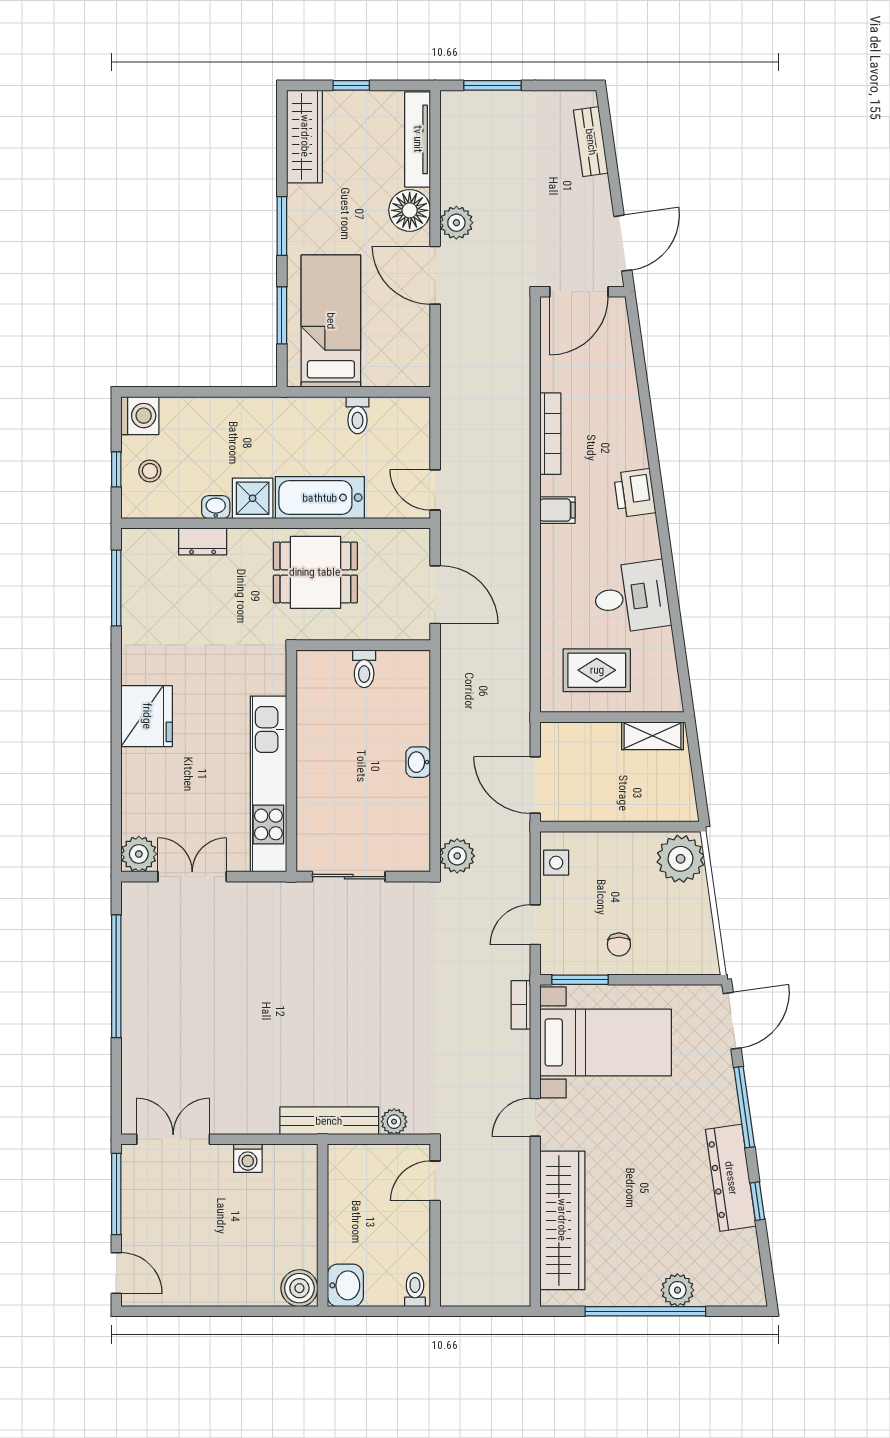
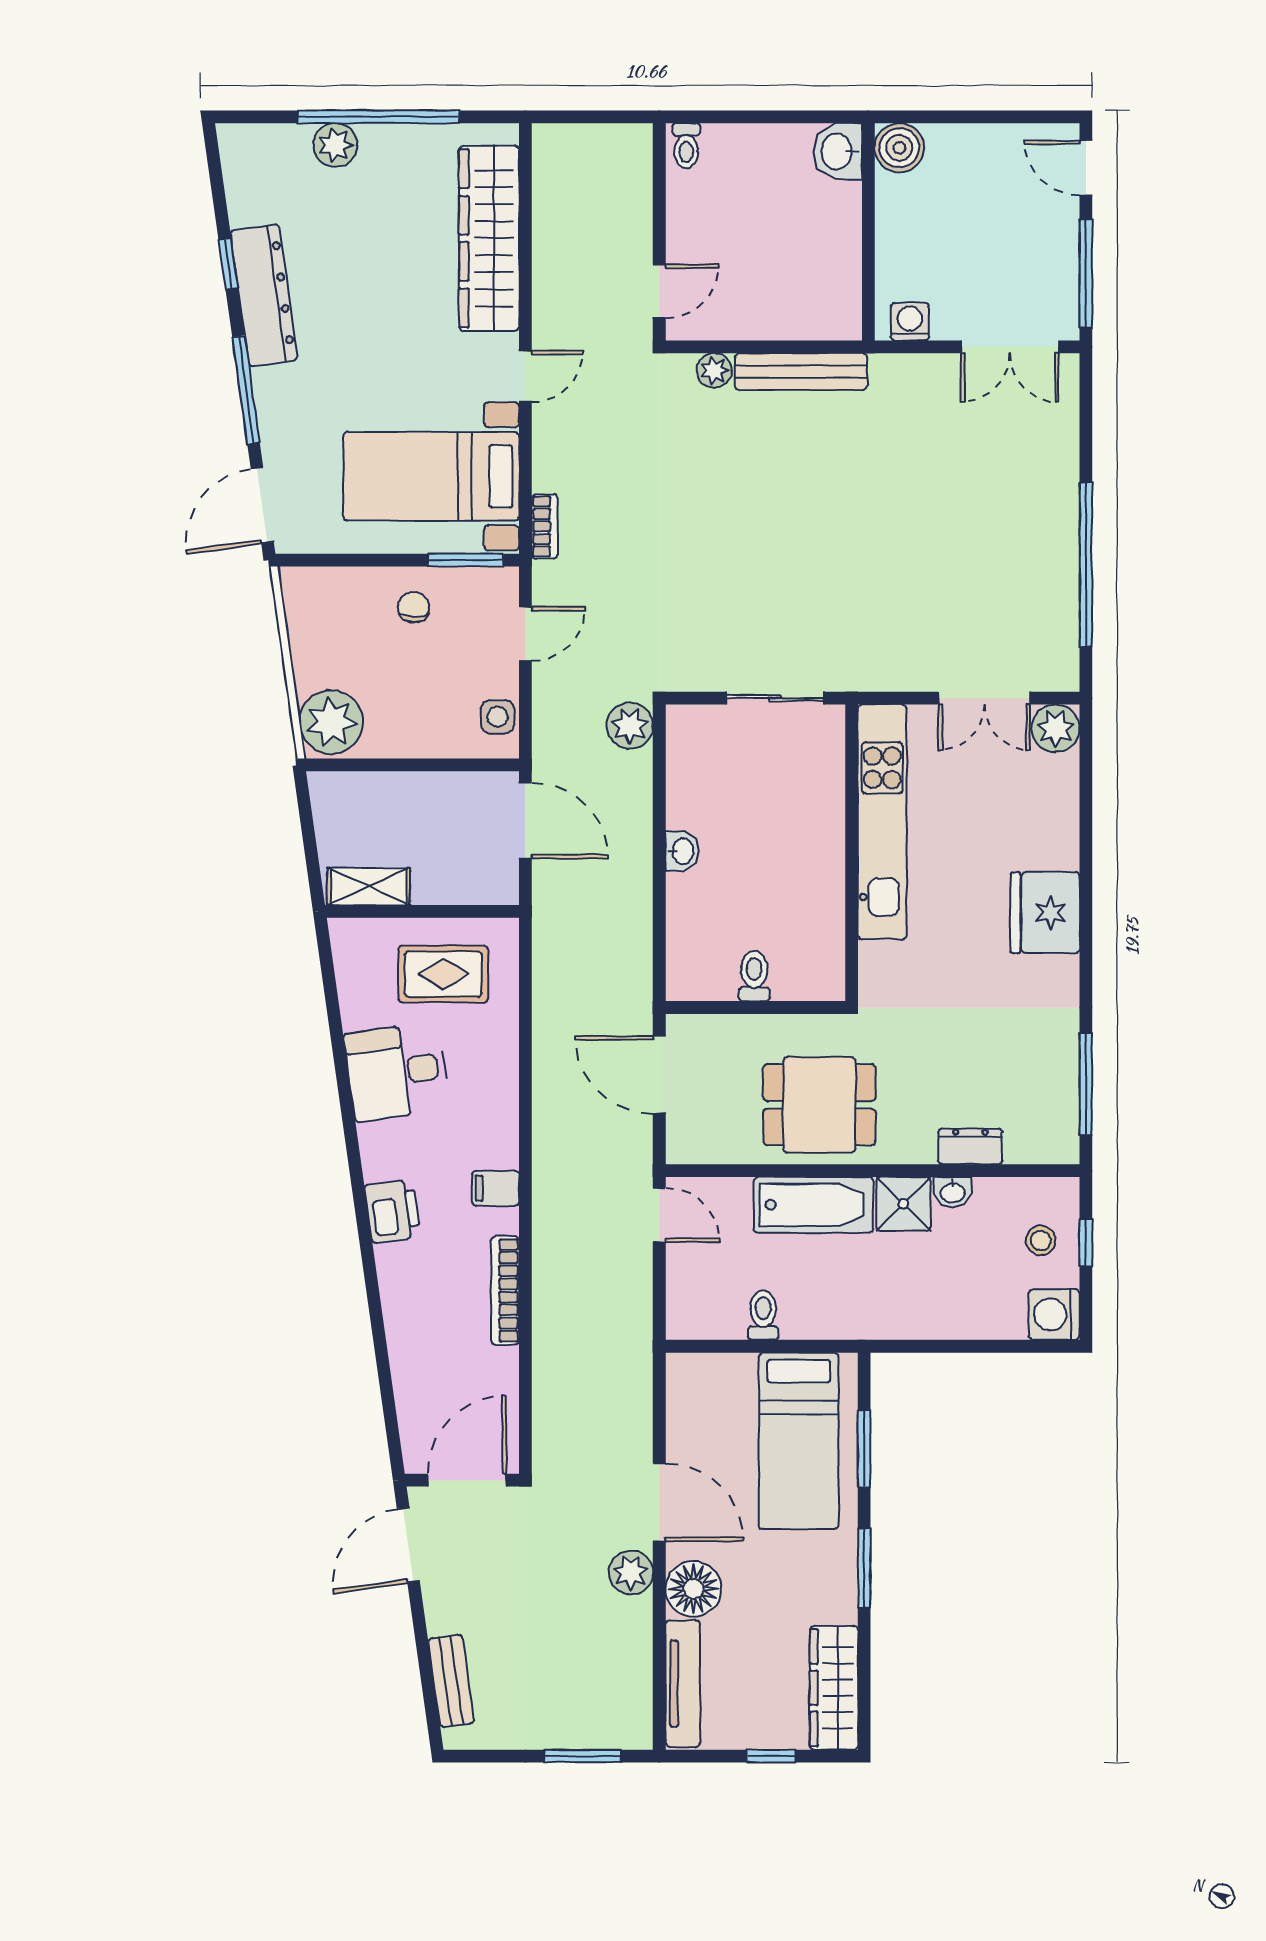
wall: (323, 1225) -> (868, 232), moved
washbasin: (345, 1285) -> (838, 152), moved
boiler: (299, 1288) -> (899, 148), moved

